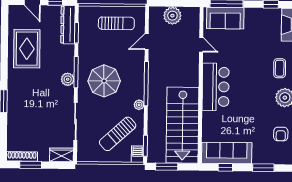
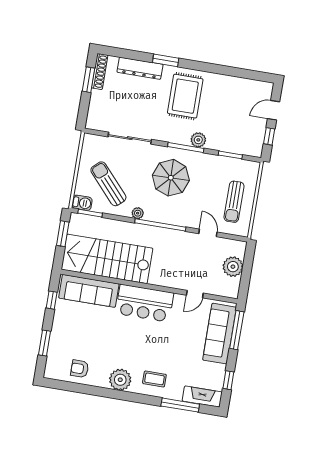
sofa: (225, 18) -> (219, 334), width x1.36
dresser: (68, 25) -> (140, 68), moved, turned 180
rug: (27, 49) -> (185, 96), moved, turned 90
plant: (68, 79) -> (198, 140), moved
sofa: (227, 153) -> (89, 291), moved, turned 90
wardrobe: (62, 155) -> (95, 116), removed

